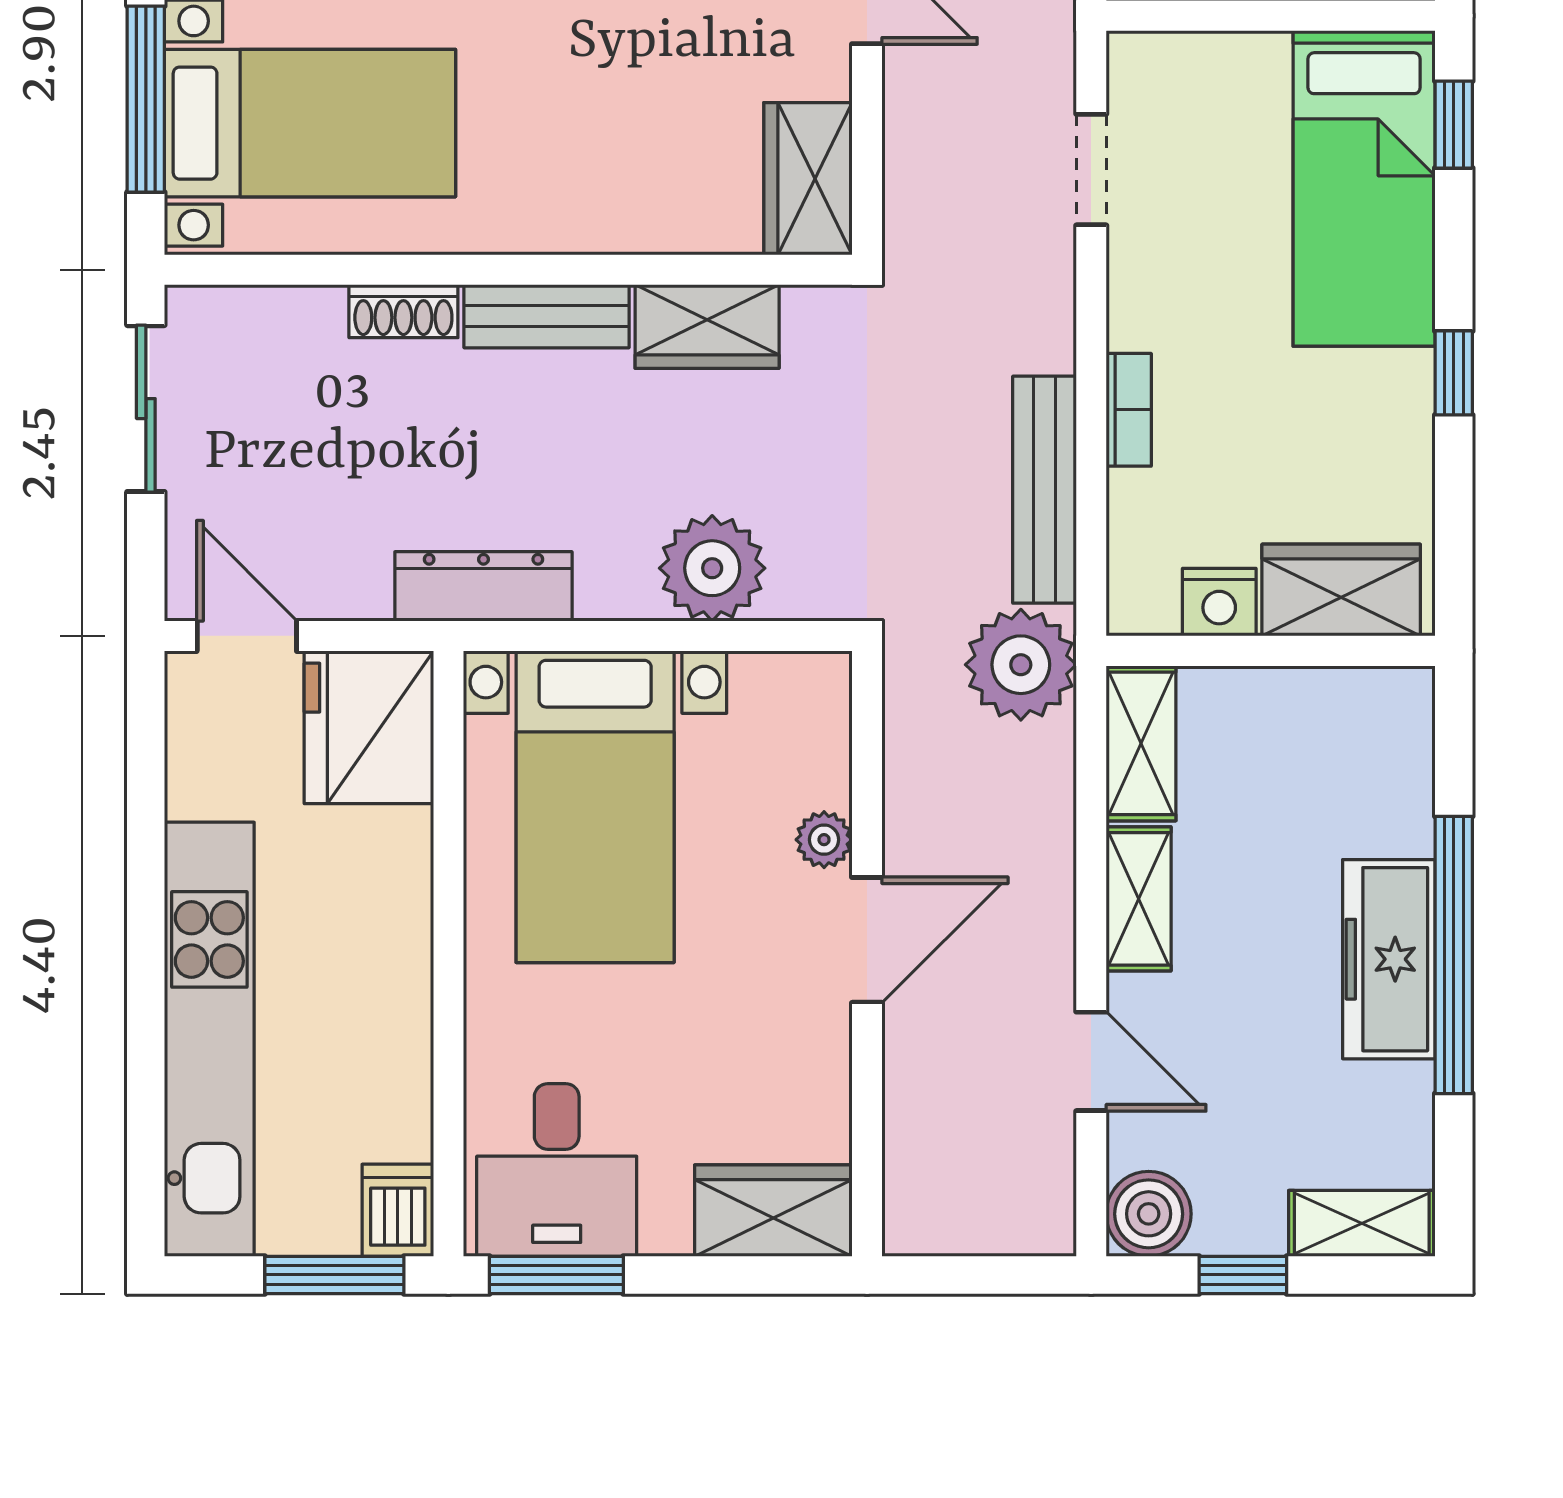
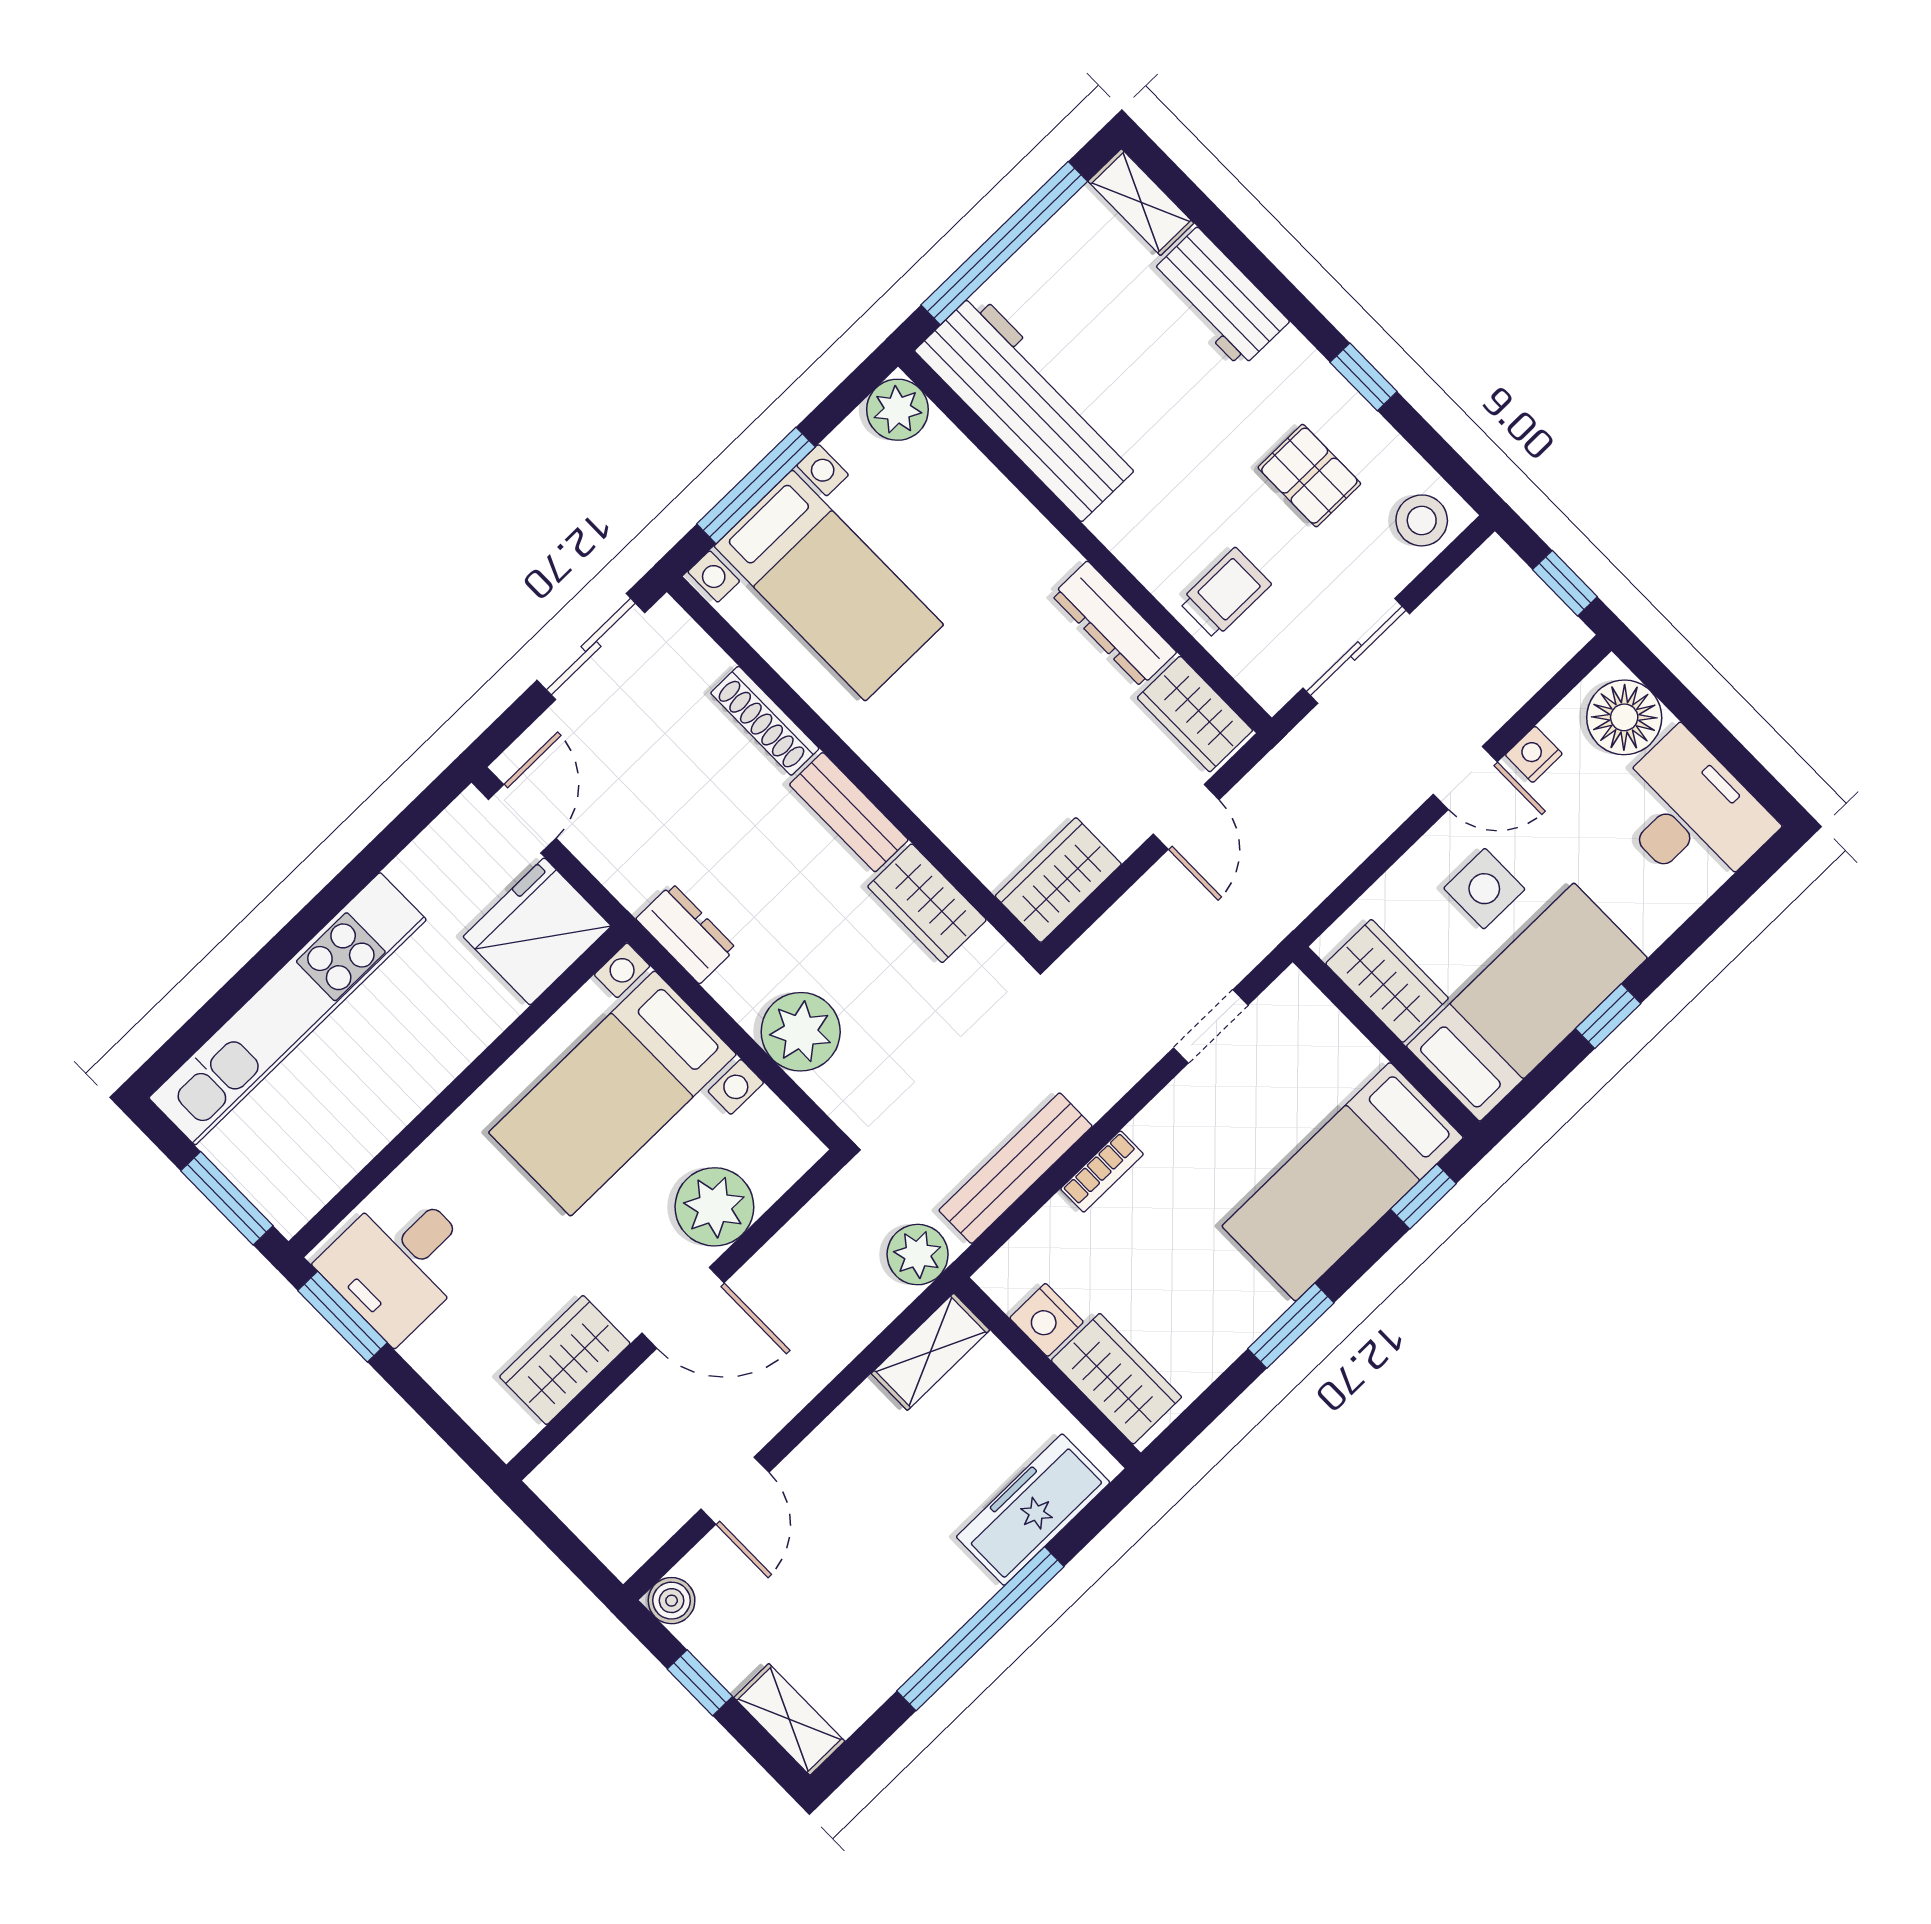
shoe rack: (403, 311) -> (765, 721), width x1.43
window: (1454, 373) -> (1291, 1326), width x1.50
dresser: (483, 586) -> (686, 934), width x0.70
plant: (1021, 665) -> (918, 1255), width x0.73, depth x0.73
plant: (824, 840) -> (714, 1207), width x1.88, depth x1.88
shelving: (1139, 899) -> (846, 1431), removed
freezer: (1389, 959) -> (1033, 1510), moved
dishwasher: (398, 1210) -> (294, 1198), removed
wardrobe: (773, 1211) -> (565, 1360), moved, turned -90
boiler: (1149, 1214) -> (672, 1601), width x0.73, depth x0.73

